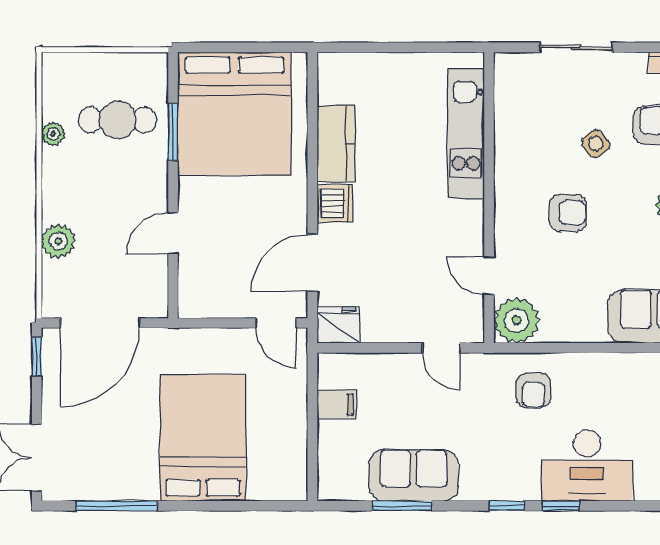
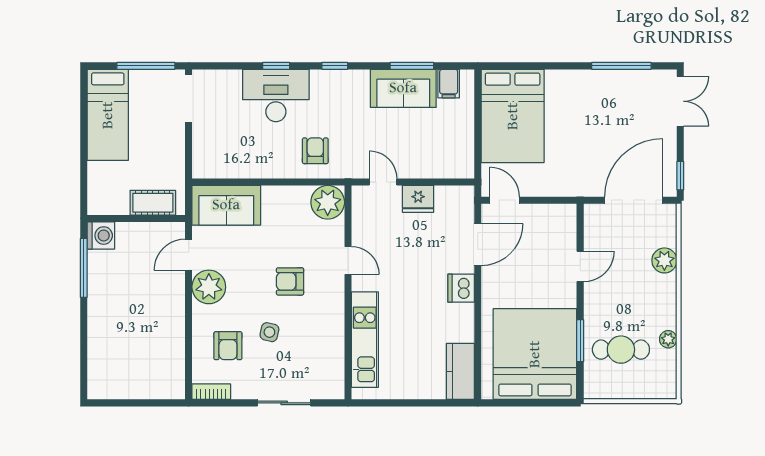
kitchen counter: (336, 144) -> (460, 371), moved
side table: (596, 144) -> (269, 332), turned -38
door: (489, 276) -> (348, 260), moved
fridge: (338, 325) -> (418, 199), moved
filing cabinet: (337, 404) -> (449, 84), moved, turned -90
bed: (203, 438) -> (513, 116), moved
window: (561, 506) -> (276, 66), moved

